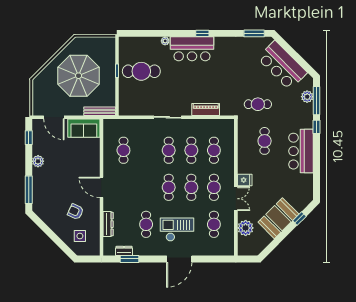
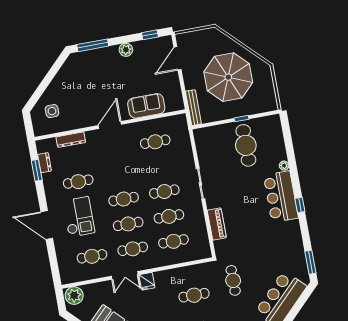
sofa: (84, 128) -> (146, 106), moved, turned 90
armchair: (75, 212) -> (78, 101), removed
plant: (246, 228) -> (74, 296), moved

